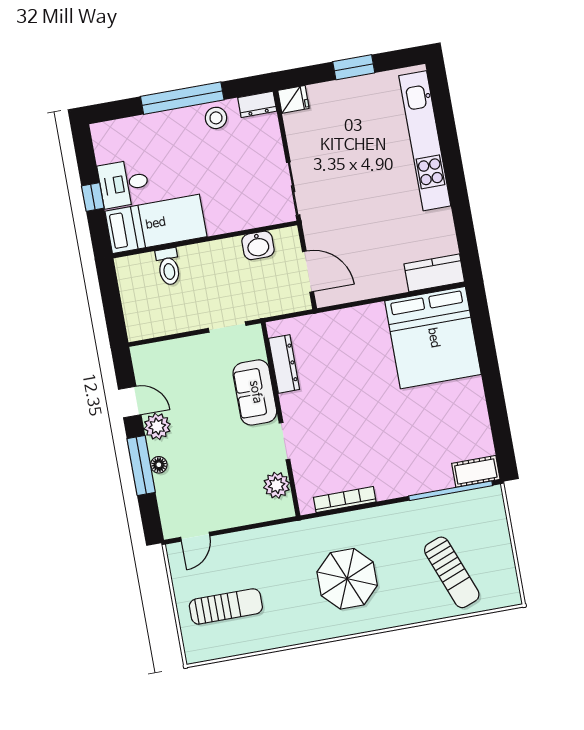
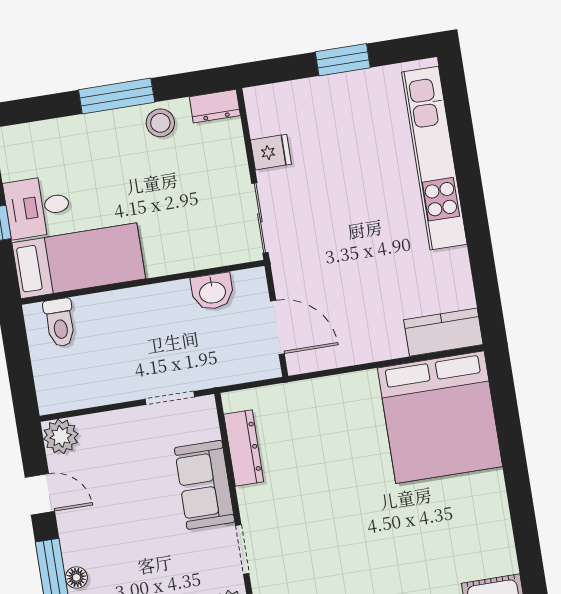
window: (182, 98) -> (117, 96), width x0.68
fridge: (293, 99) -> (271, 152), moved
toilet: (168, 267) -> (60, 323), moved
plant: (157, 426) -> (61, 436), moved

